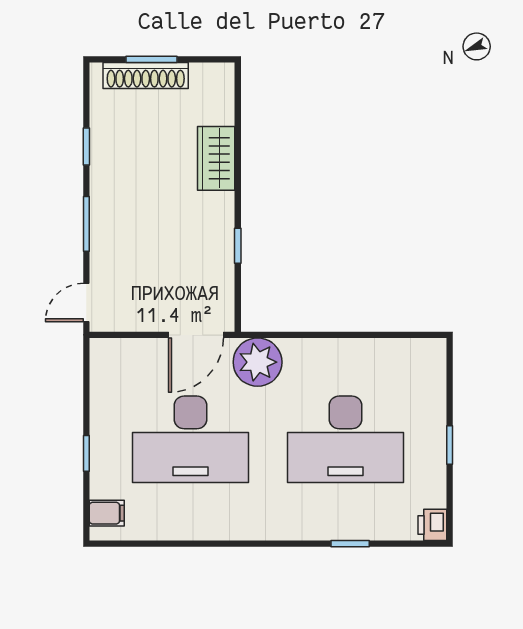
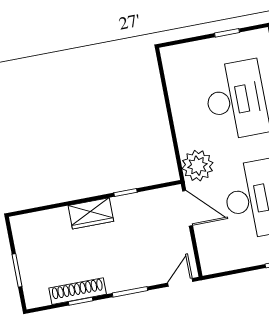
shoe rack: (146, 75) -> (78, 291), moved, turned -90
wardrobe: (216, 158) -> (91, 213), moved
door: (86, 303) -> (180, 282), swing flipped

